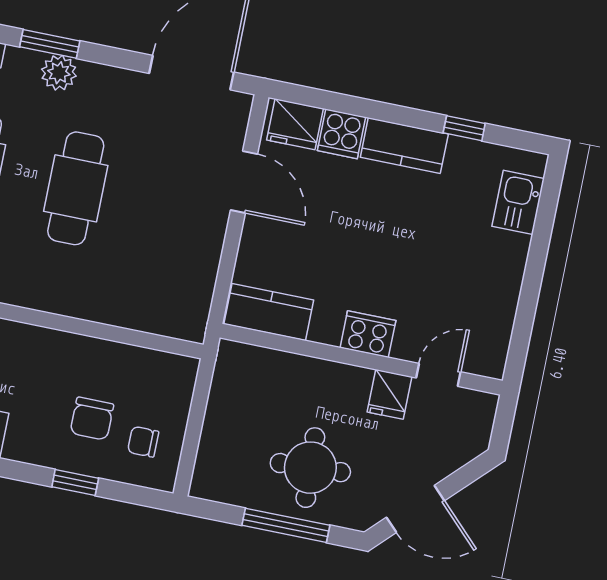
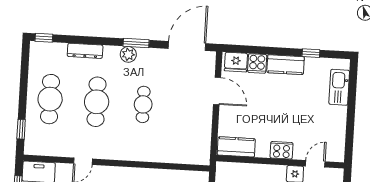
window: (50, 44) -> (136, 43), moved
cafe table: (76, 188) -> (143, 104), width x0.73, depth x0.74
kitchen sink: (518, 202) -> (339, 87), width x1.38

